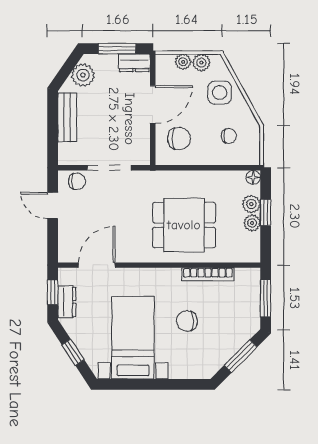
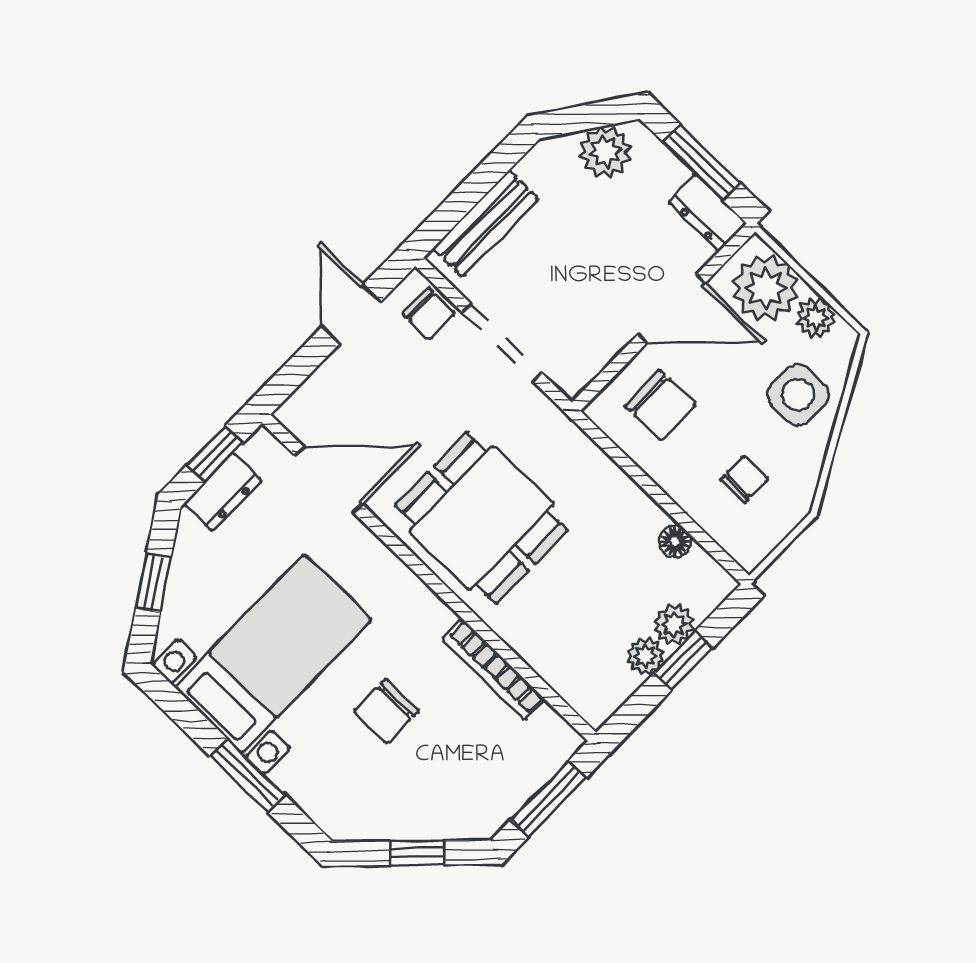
plant: (183, 62) -> (765, 288), width x1.88, depth x1.88
bench: (67, 117) -> (486, 224), moved
chair: (229, 136) -> (745, 479), turned -90
floor lamp: (253, 177) -> (675, 541), moved
dining table: (184, 225) -> (481, 518), moved
chair: (187, 321) -> (386, 712), turned -90
window: (241, 356) -> (417, 853), width x0.67
window: (163, 384) -> (247, 775), added

